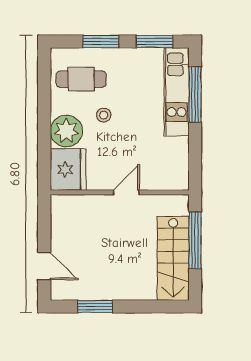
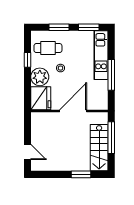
window: (195, 95) -> (111, 75), moved
window: (44, 101) -> (27, 60), added
door: (126, 192) -> (73, 111), width x1.88
window: (95, 307) -> (81, 174), moved

